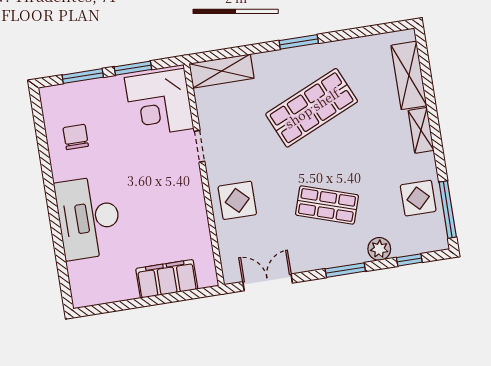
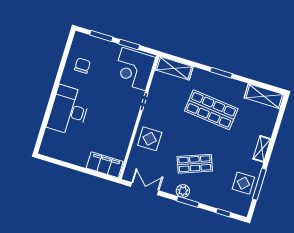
shelving: (409, 75) -> (264, 96), moved, turned 90
shop shelf: (312, 108) -> (211, 110), turned 30
shop shelf: (327, 205) -> (195, 164), turned -39
window: (448, 210) -> (259, 184), moved
plant: (379, 249) -> (183, 191), moved
filing cabinet: (167, 279) -> (105, 165), moved

